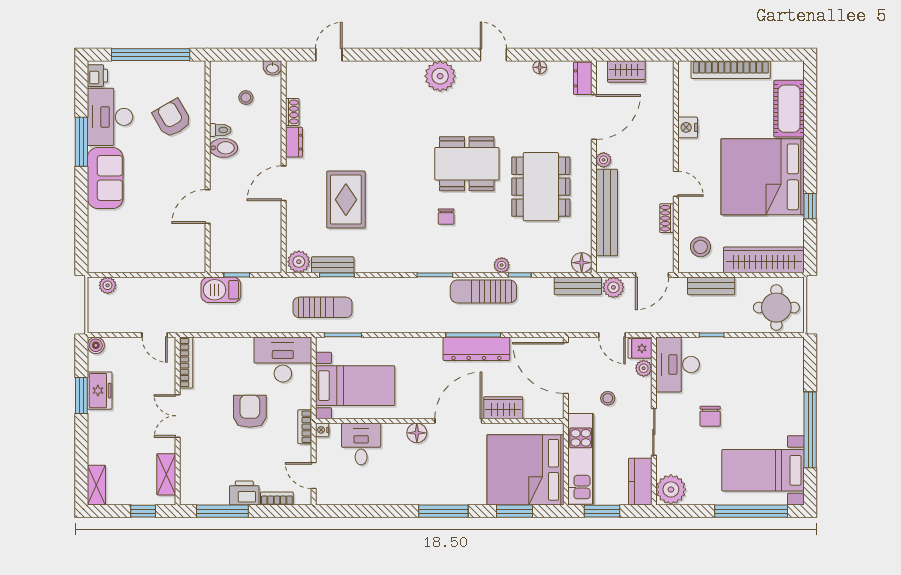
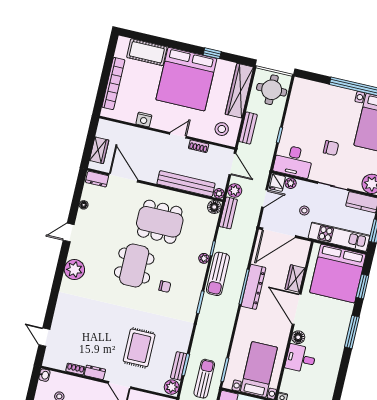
plant: (604, 160) -> (219, 193), moved
rug: (346, 200) -> (139, 348), turned 90
desk: (361, 444) -> (301, 359), moved

